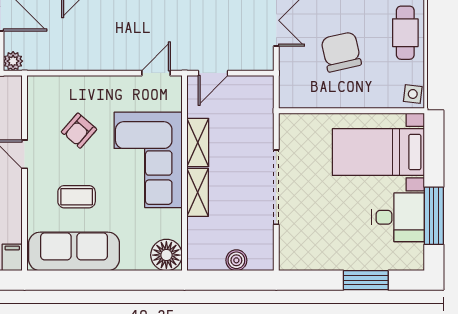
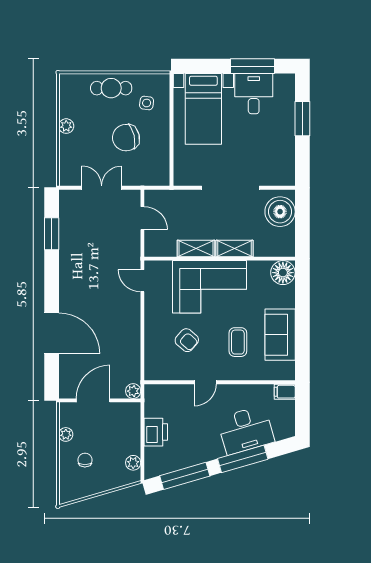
door: (213, 73) -> (142, 218), moved
side table: (413, 94) -> (147, 103), moved
sofa: (74, 251) -> (280, 335), width x0.73
boiler: (236, 260) -> (280, 212), width x1.86, depth x1.86

